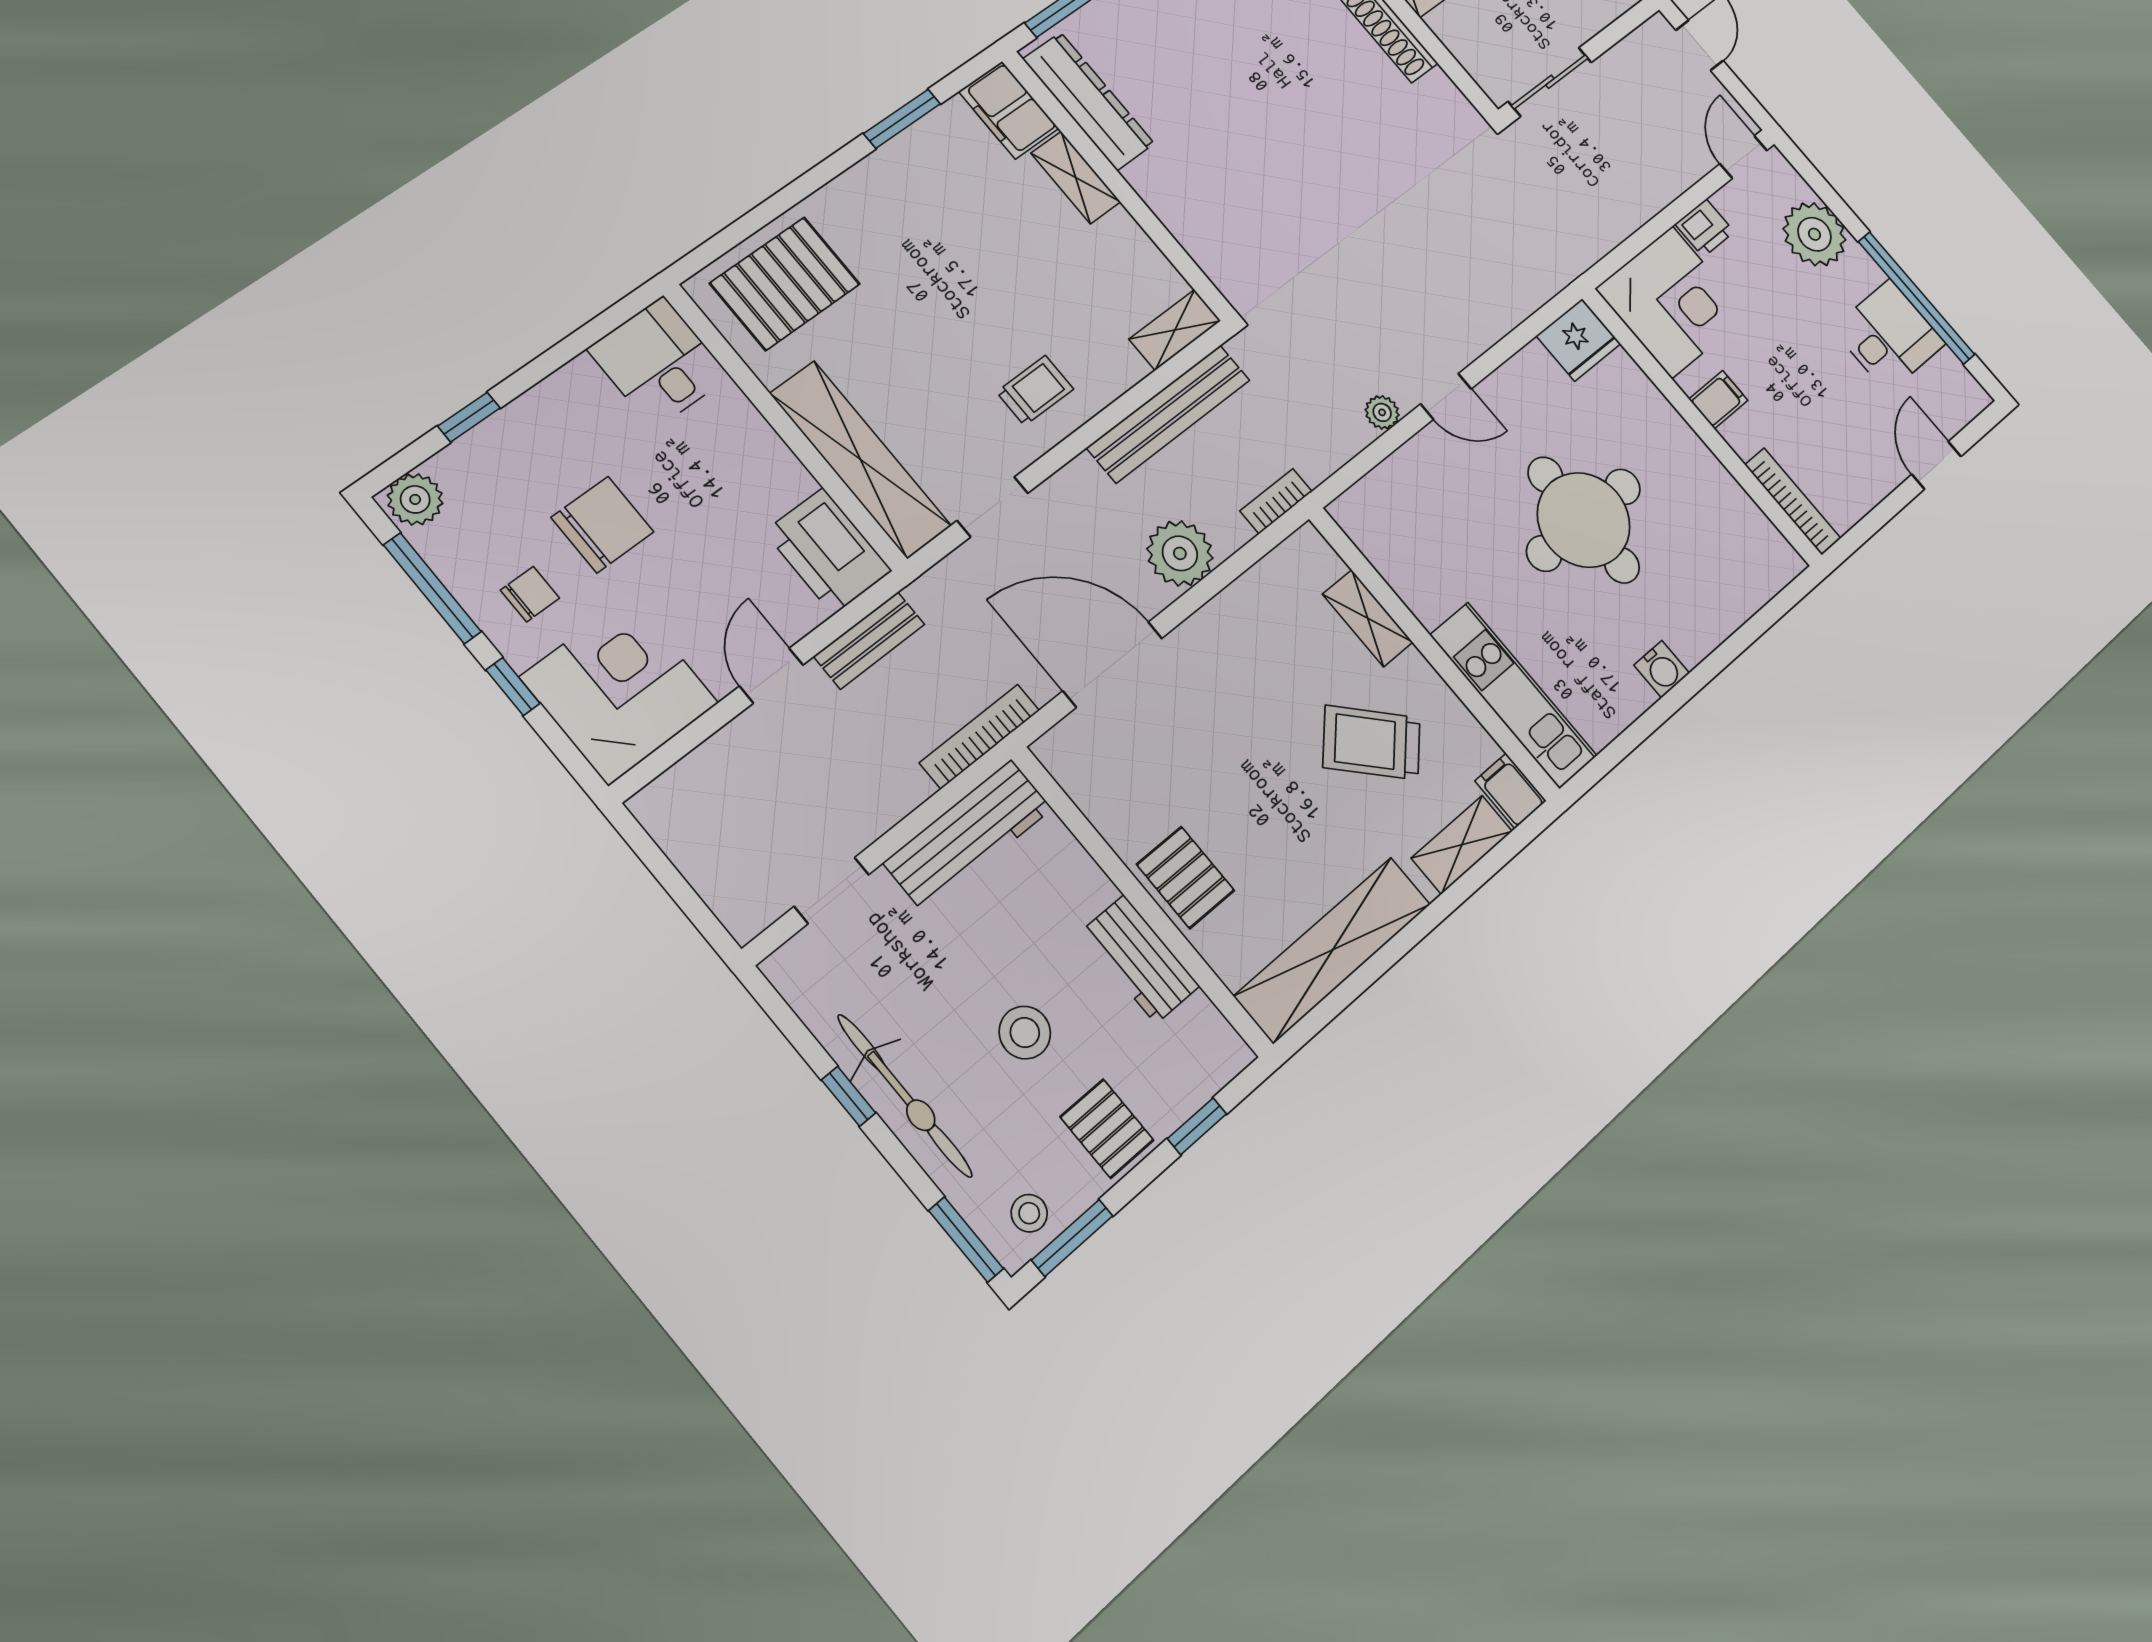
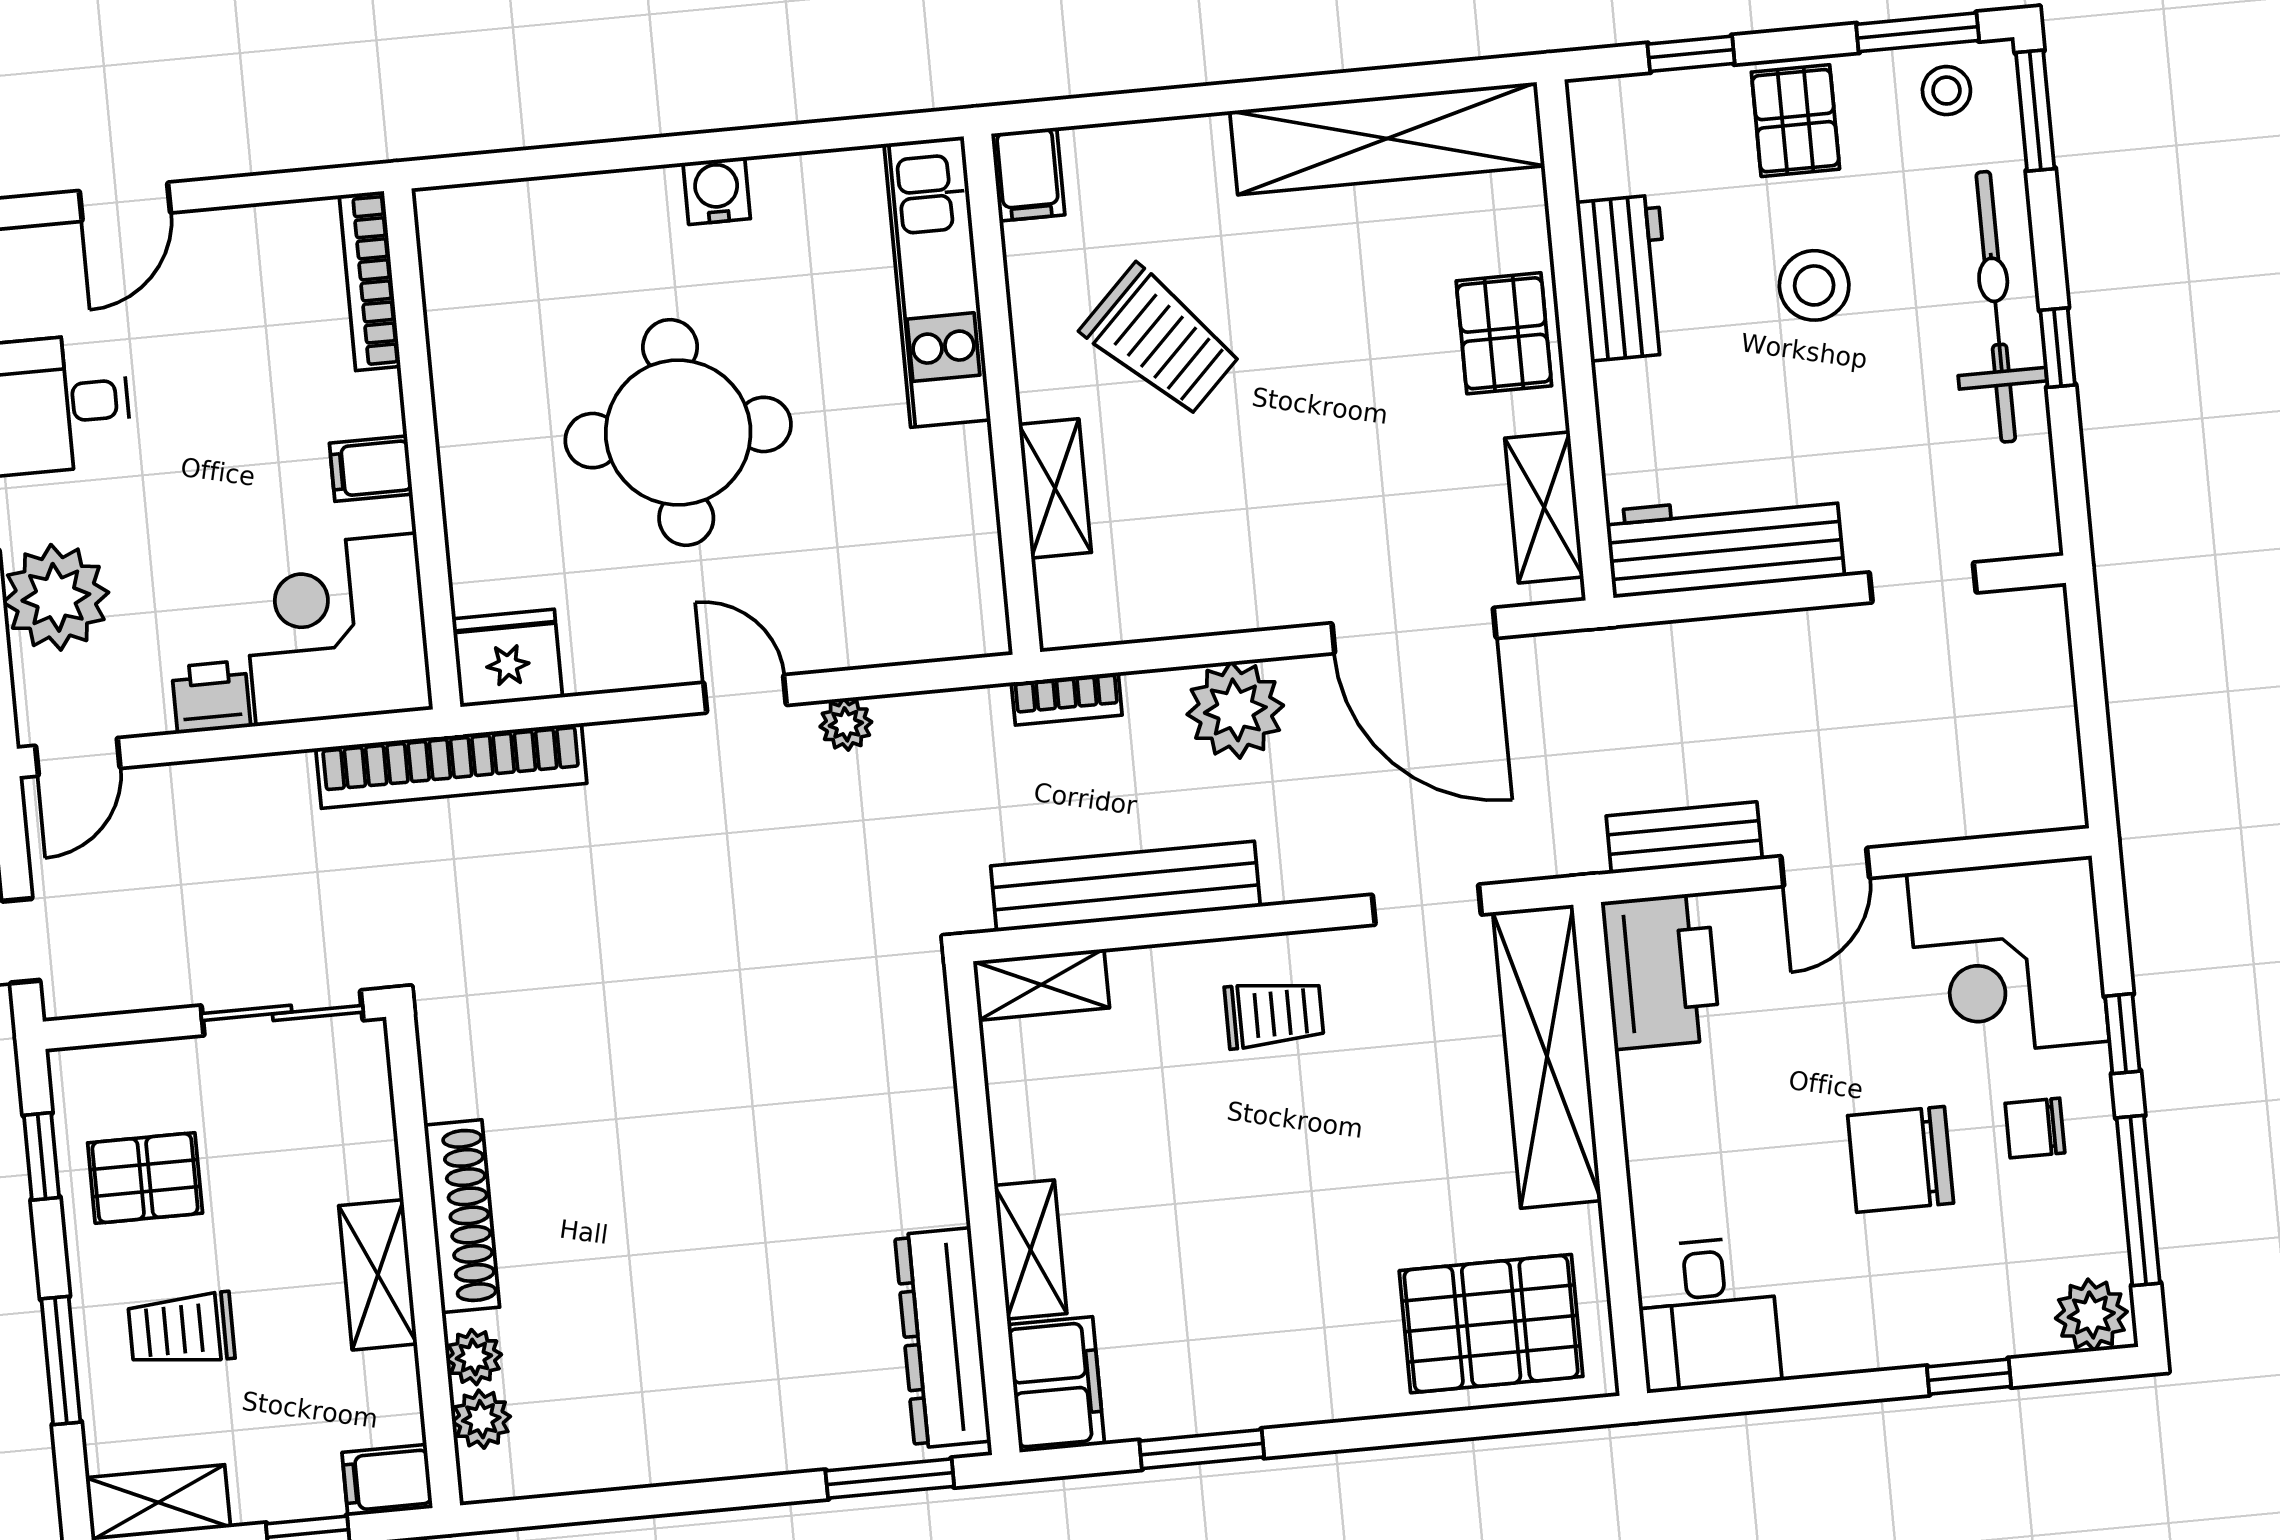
trolley: (1035, 390) -> (1274, 1014), turned 180
bookcase: (980, 736) -> (451, 766), moved, width x1.48, depth x1.31
shelving: (1462, 845) -> (1544, 507), moved, turned 90

